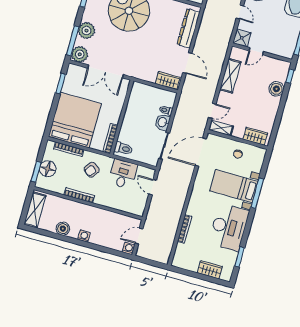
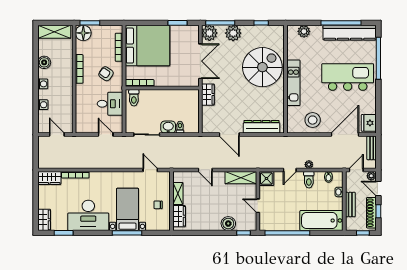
door: (256, 51) -> (258, 206), moved
door: (187, 63) -> (229, 135), hinge flipped
double door: (106, 71) -> (200, 61), swing flipped
shelving: (230, 76) -> (241, 178), moved
wardrobe: (168, 81) -> (208, 95), moved
door: (212, 111) -> (205, 170), moved
shelving: (221, 128) -> (178, 193), moved
door: (201, 152) -> (150, 170), width x0.53
floor lamp: (48, 169) -> (83, 33), moved
door: (153, 187) -> (106, 135), hinge flipped
washing machine: (129, 248) -> (43, 105), moved
wardrobe: (180, 256) -> (49, 178), added
wardrobe: (210, 270) -> (44, 220), moved

